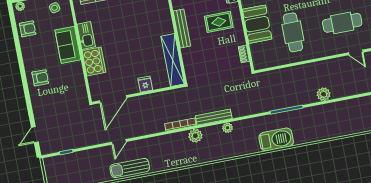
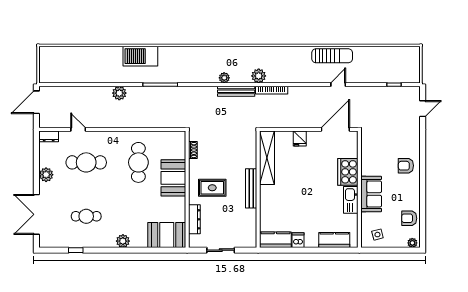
barbecue: (276, 139) -> (140, 56), moved

